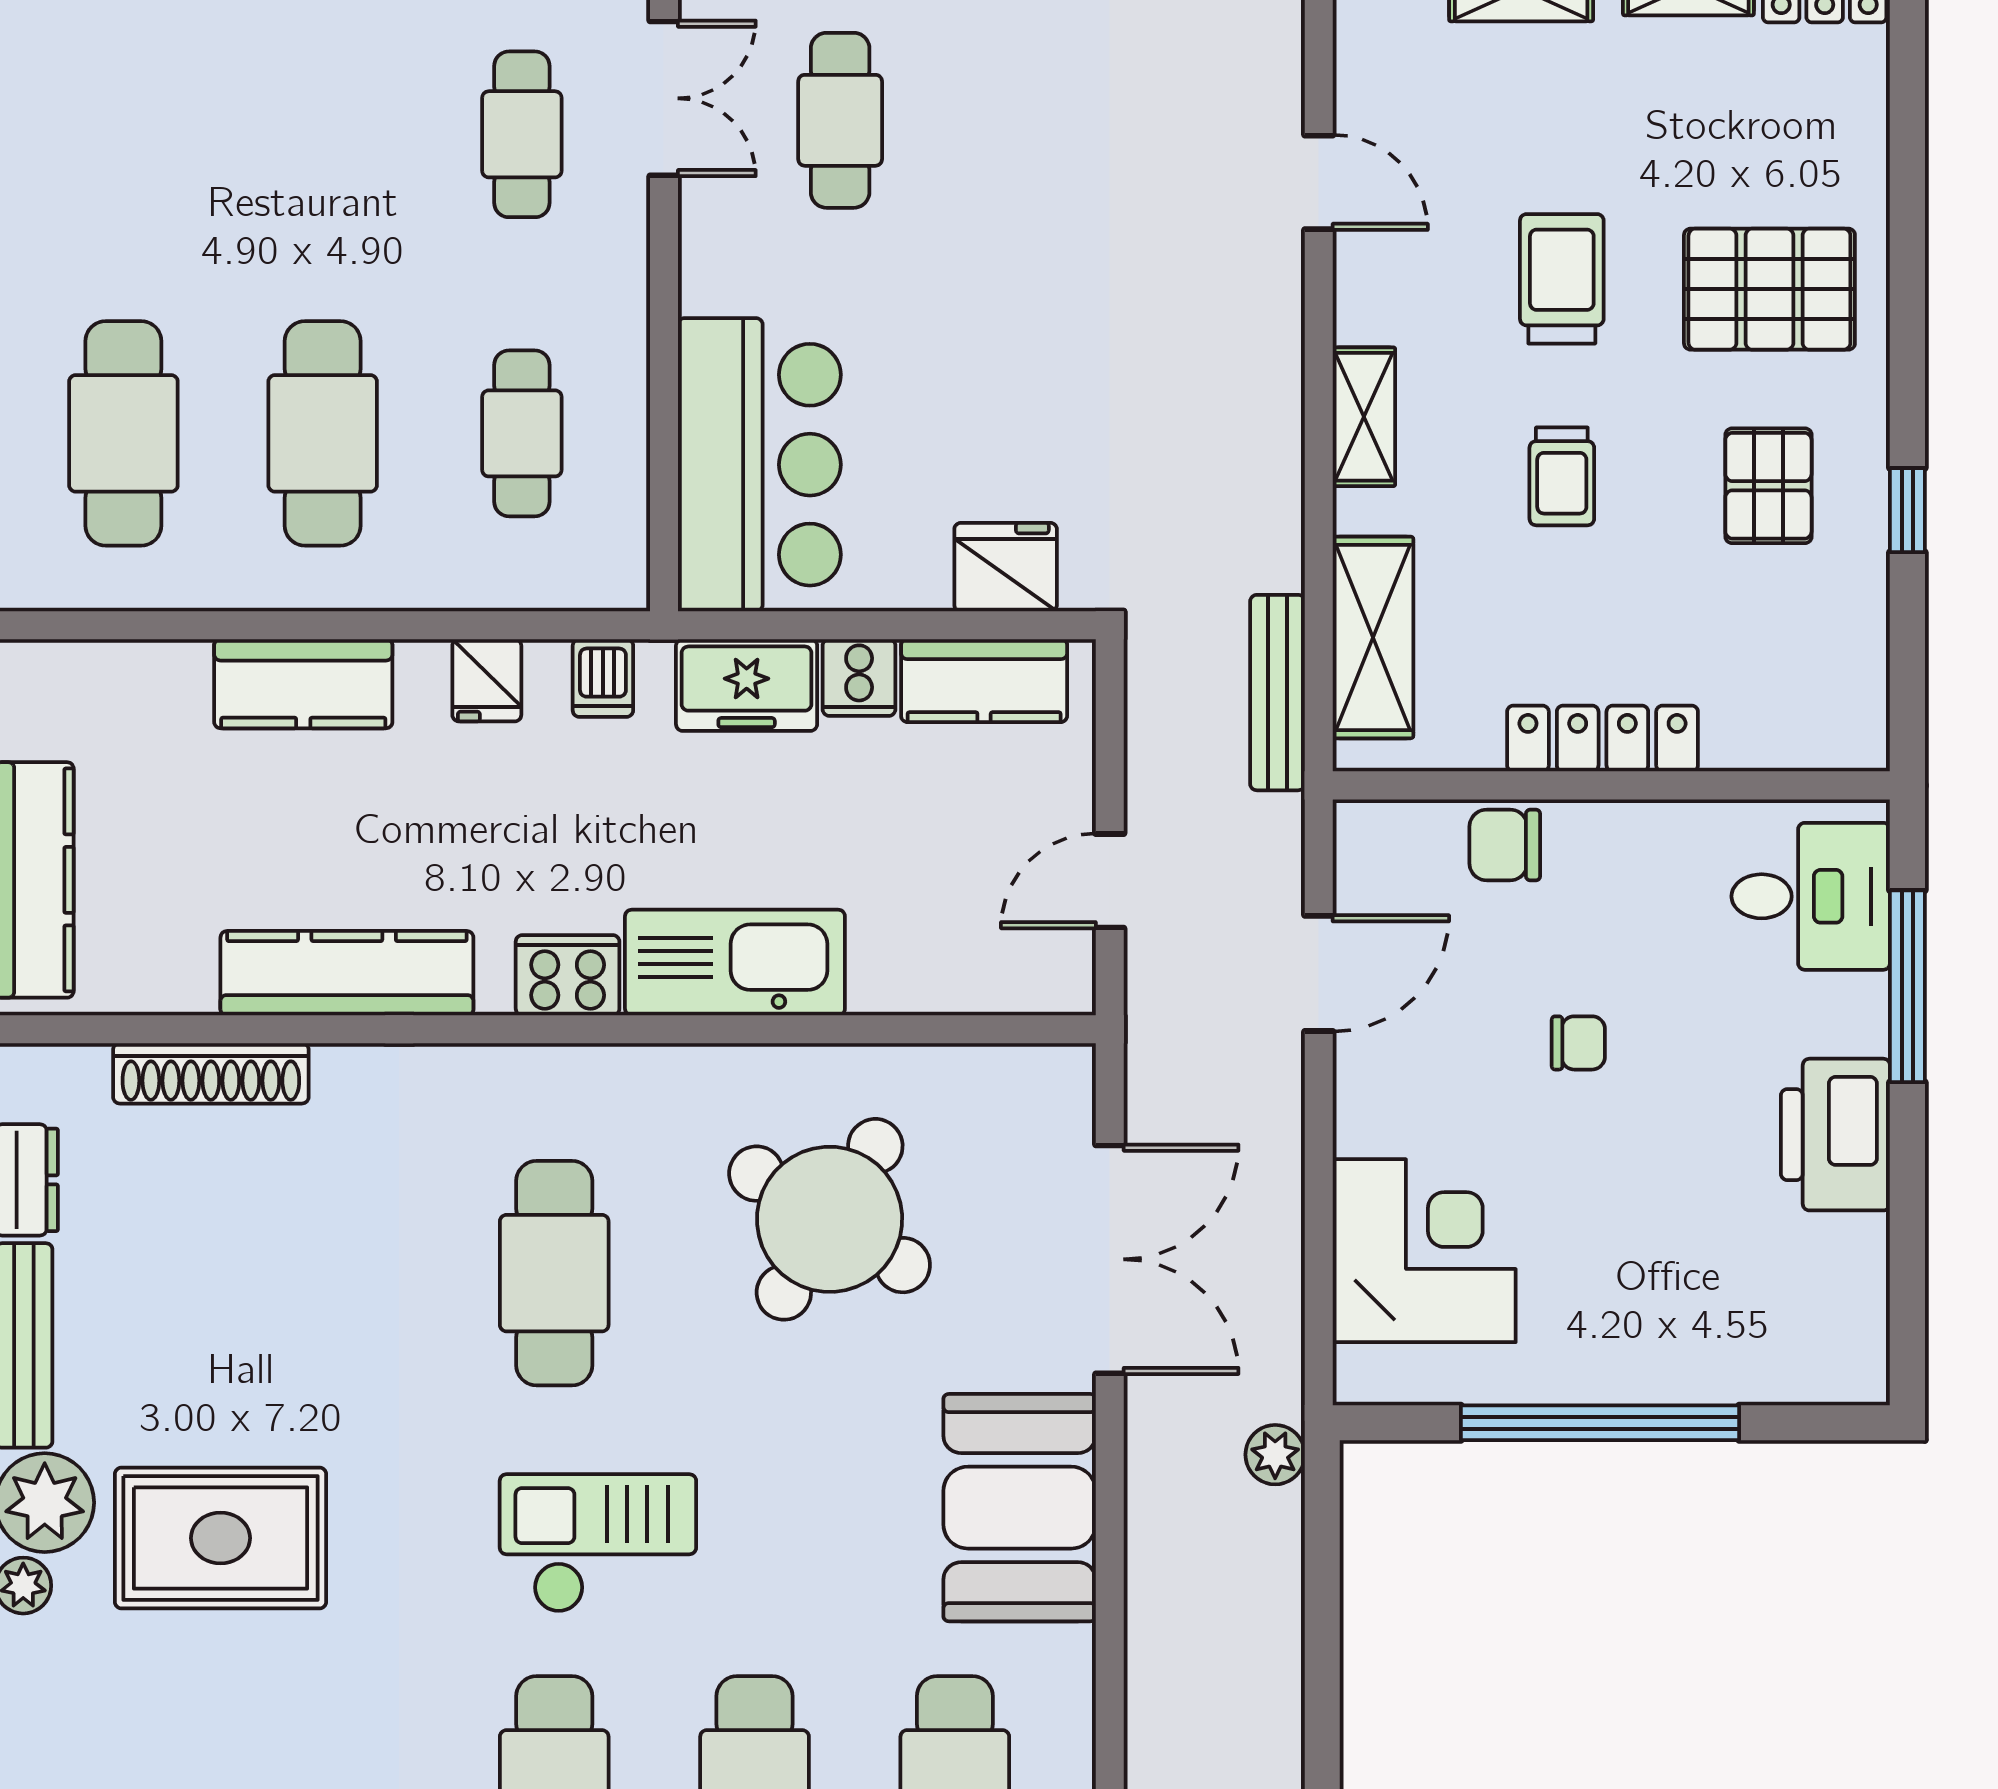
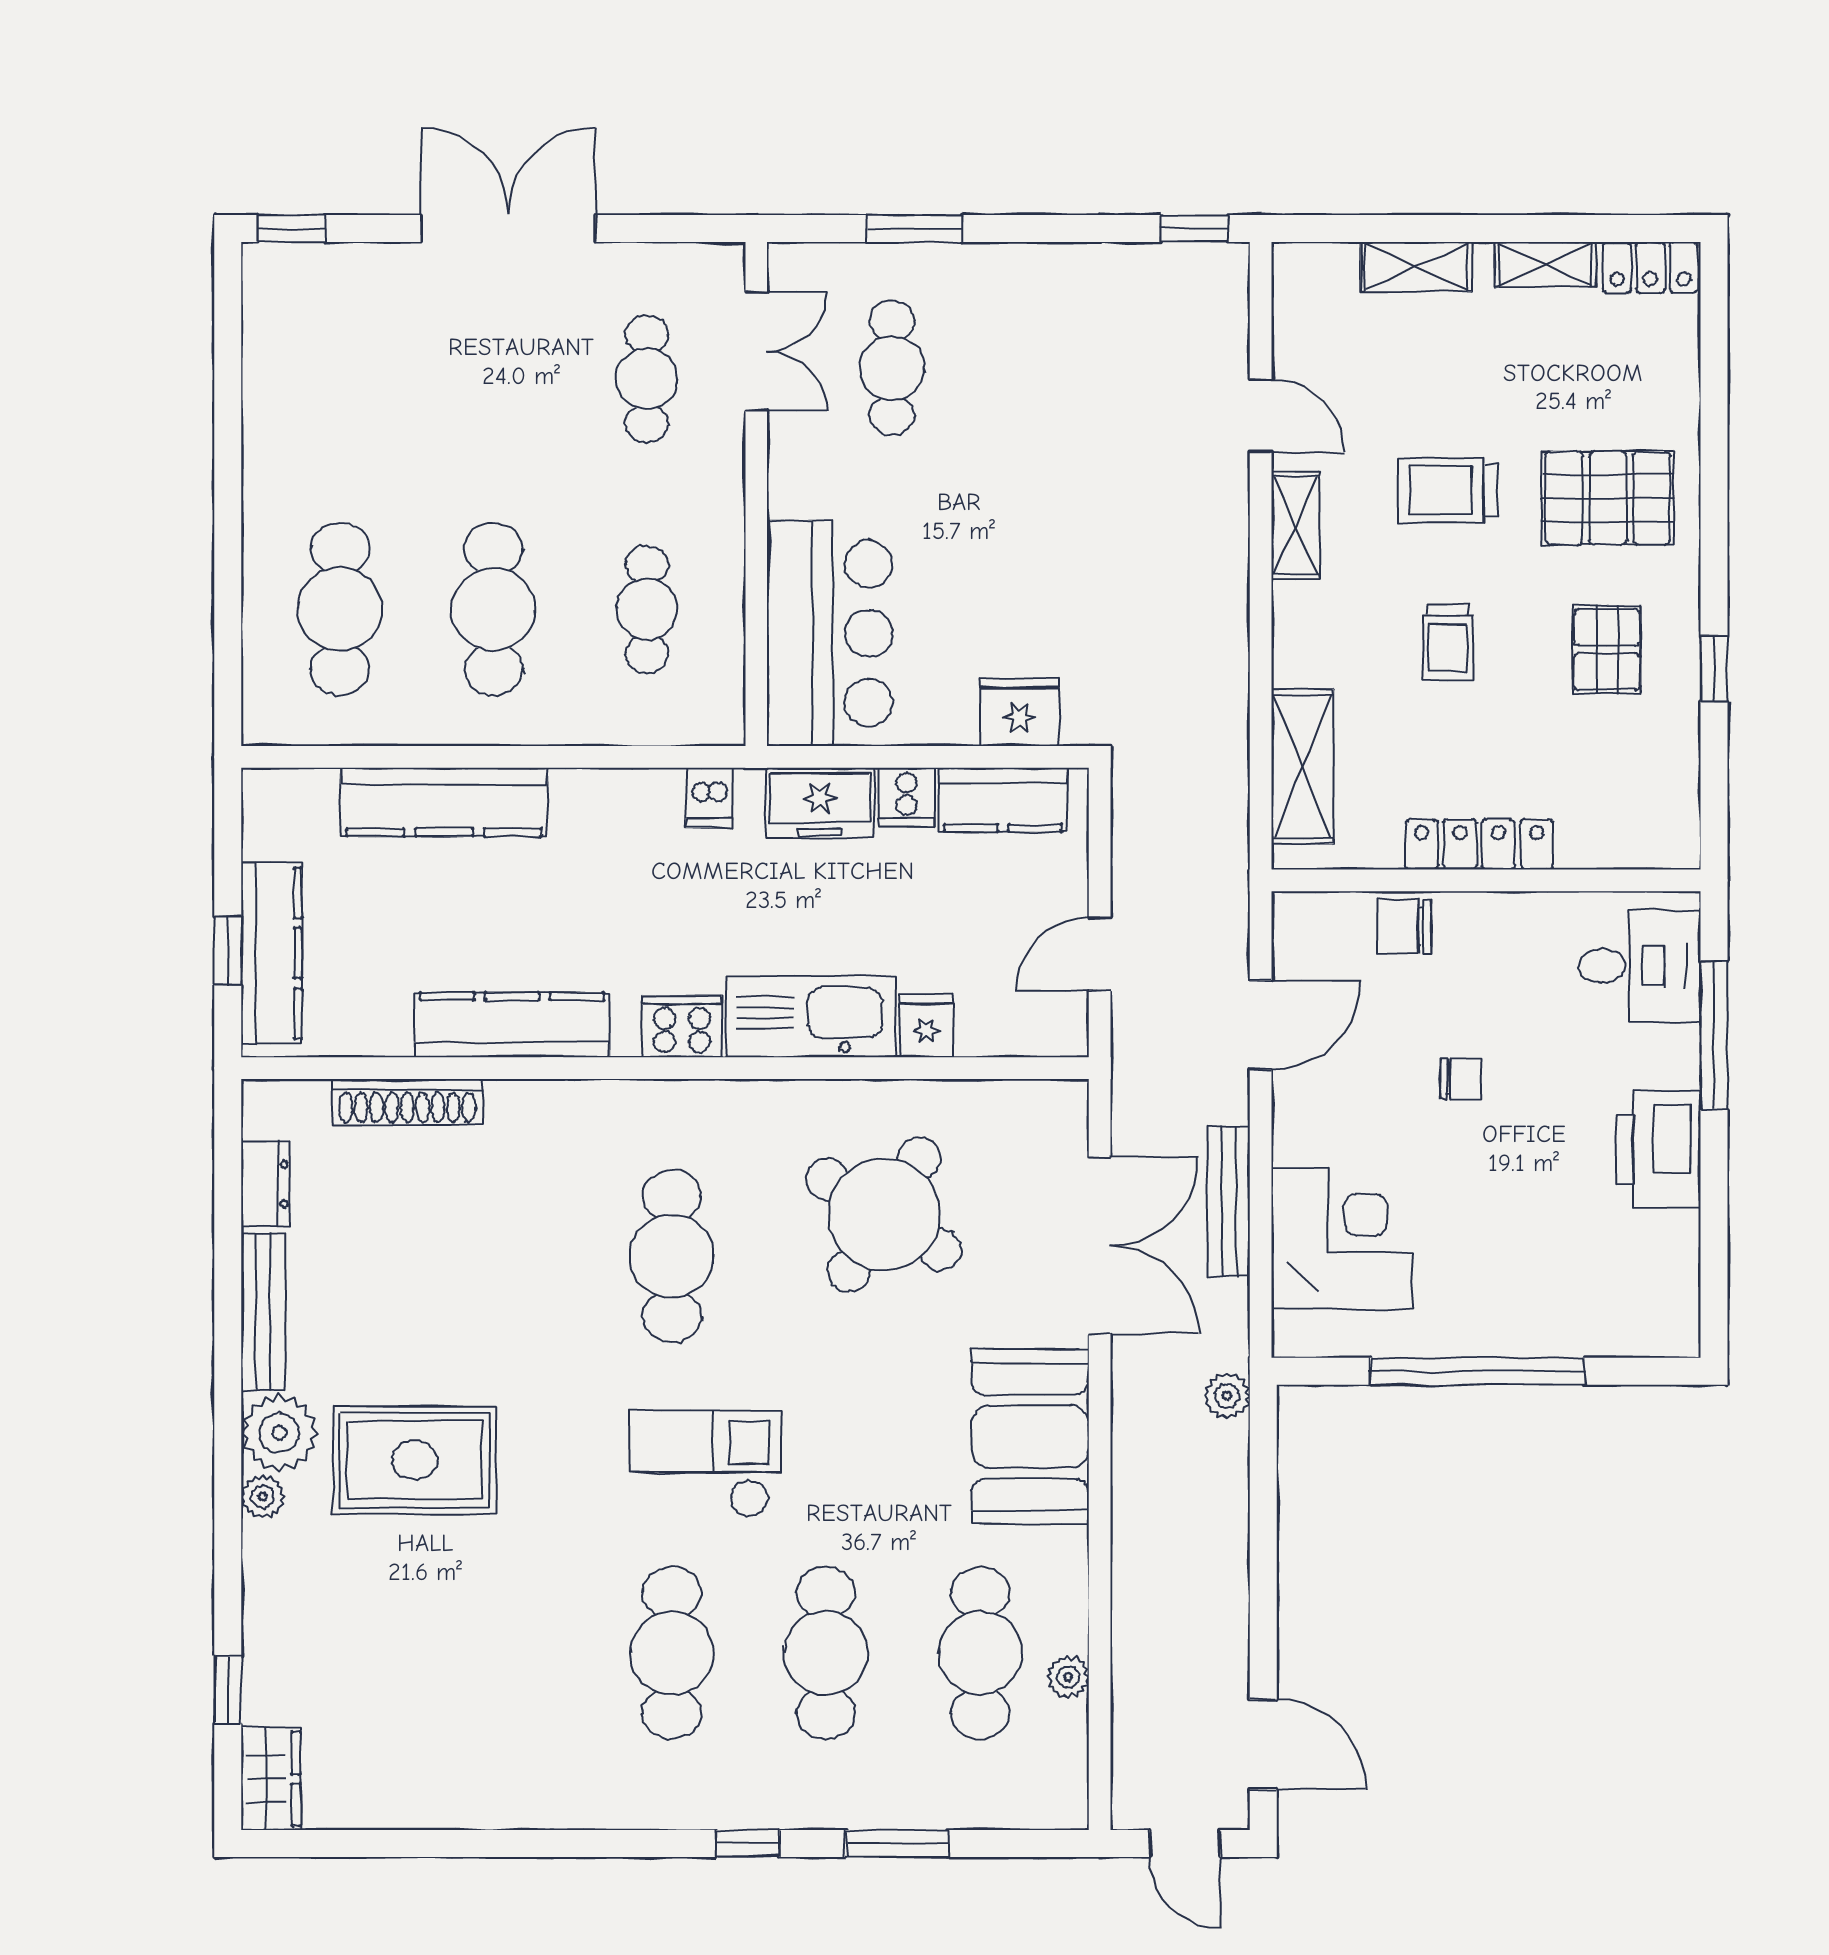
trolley: (1562, 279) -> (1448, 490), turned -90
shelving: (1364, 417) -> (1295, 525), moved
fridge: (487, 680) -> (926, 1026), moved, turned 180
kitchen counter: (303, 684) -> (444, 802), width x1.50
bench: (1277, 693) -> (1229, 1201), moved

